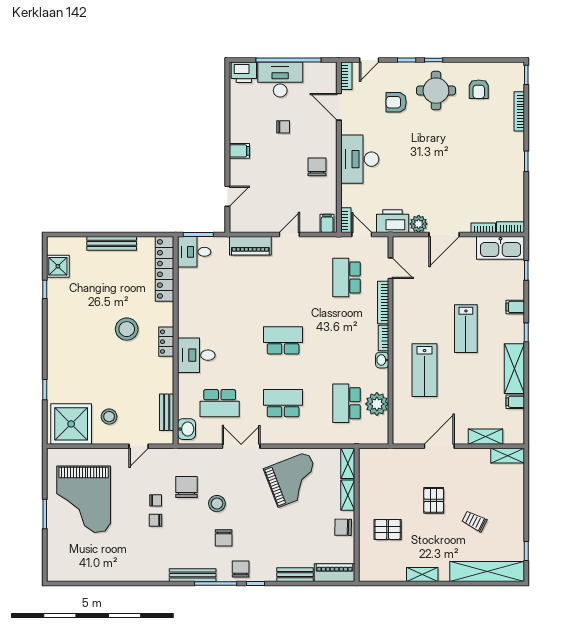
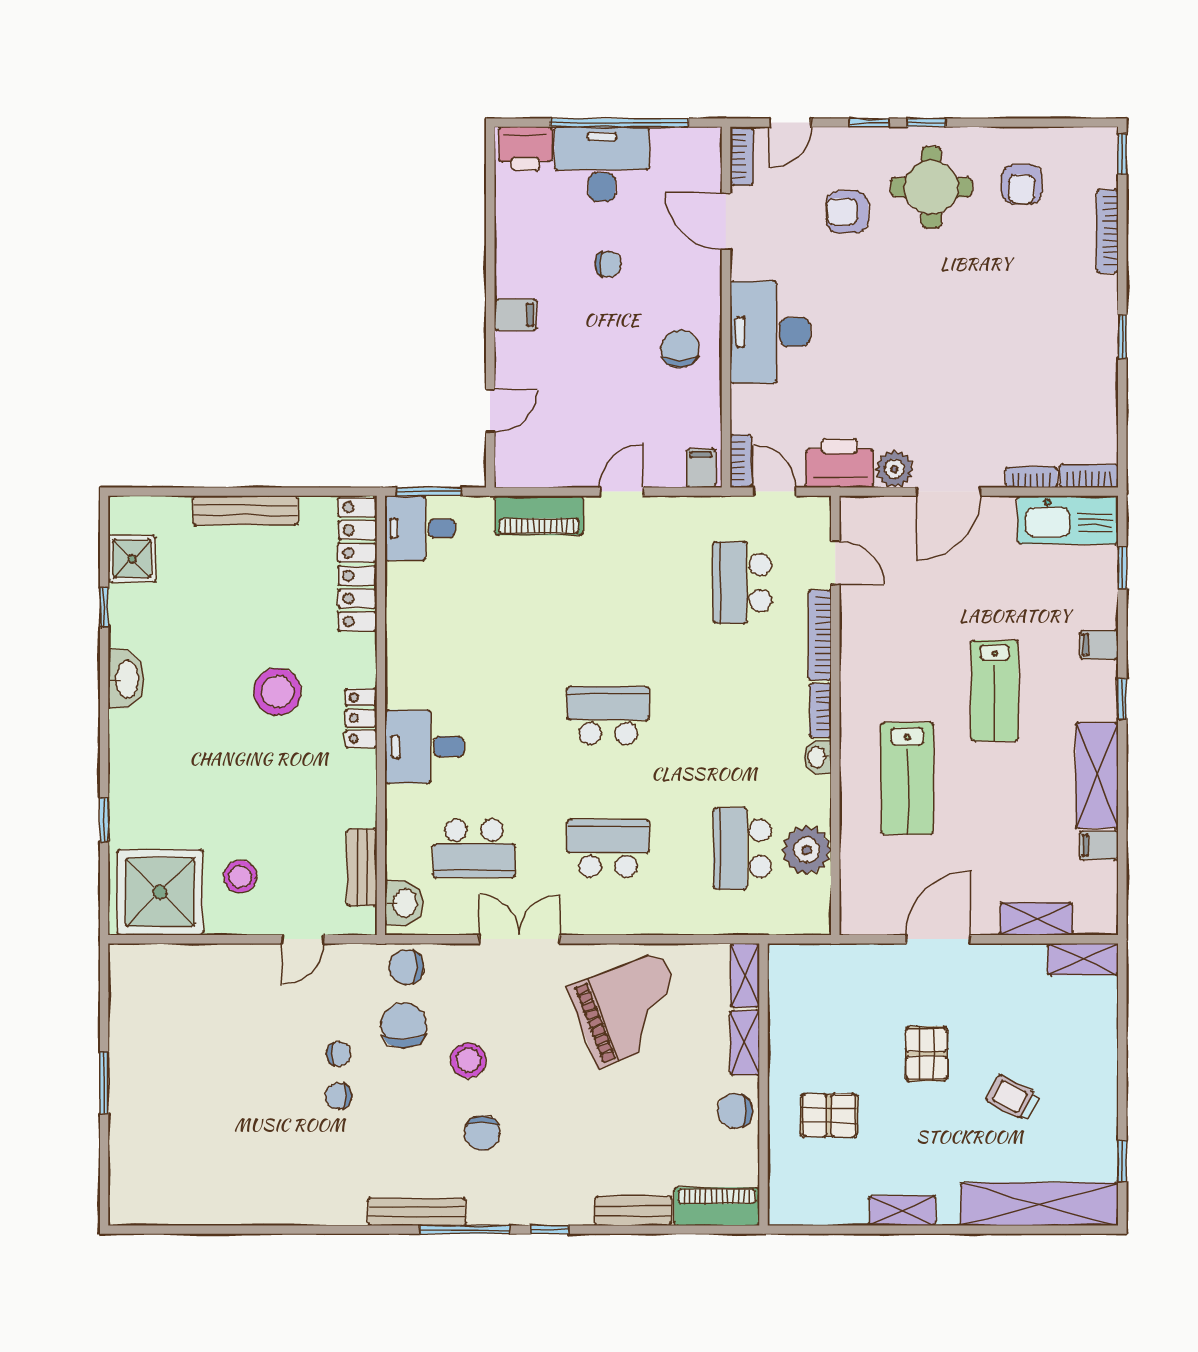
washbasin: (55, 323) -> (126, 679), added
grand piano: (84, 499) -> (186, 1051), removed
chair: (241, 569) -> (406, 967), moved, turned -90

